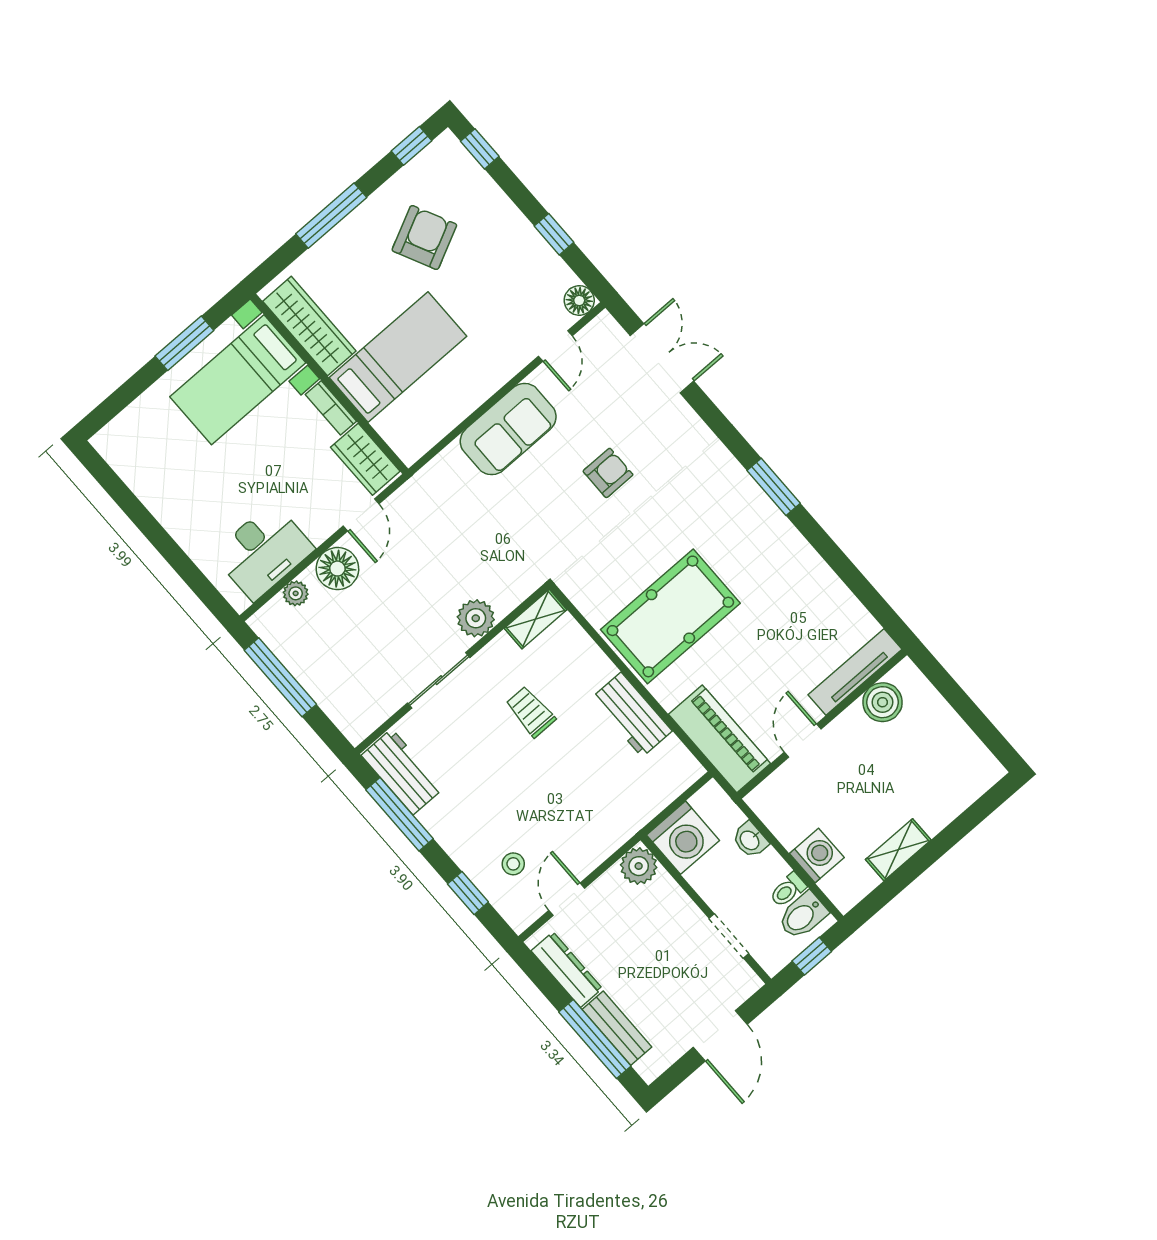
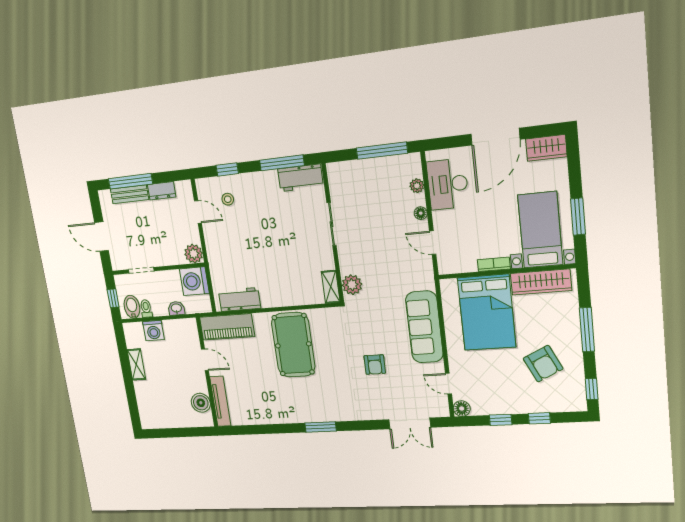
window: (480, 149) -> (539, 418), moved
bed: (398, 357) -> (487, 312), width x1.50
sofa: (508, 429) -> (424, 327), width x1.36
wardrobe: (365, 459) -> (546, 148), moved, turned 180
door: (154, 532) -> (495, 137), added
floor lamp: (337, 569) -> (421, 213), width x0.53, depth x0.53
plant: (476, 618) -> (352, 285), moved
trolley: (531, 712) -> (291, 255), removed
workbench: (632, 715) -> (240, 299), moved
dresser: (567, 970) -> (162, 191), width x0.70

